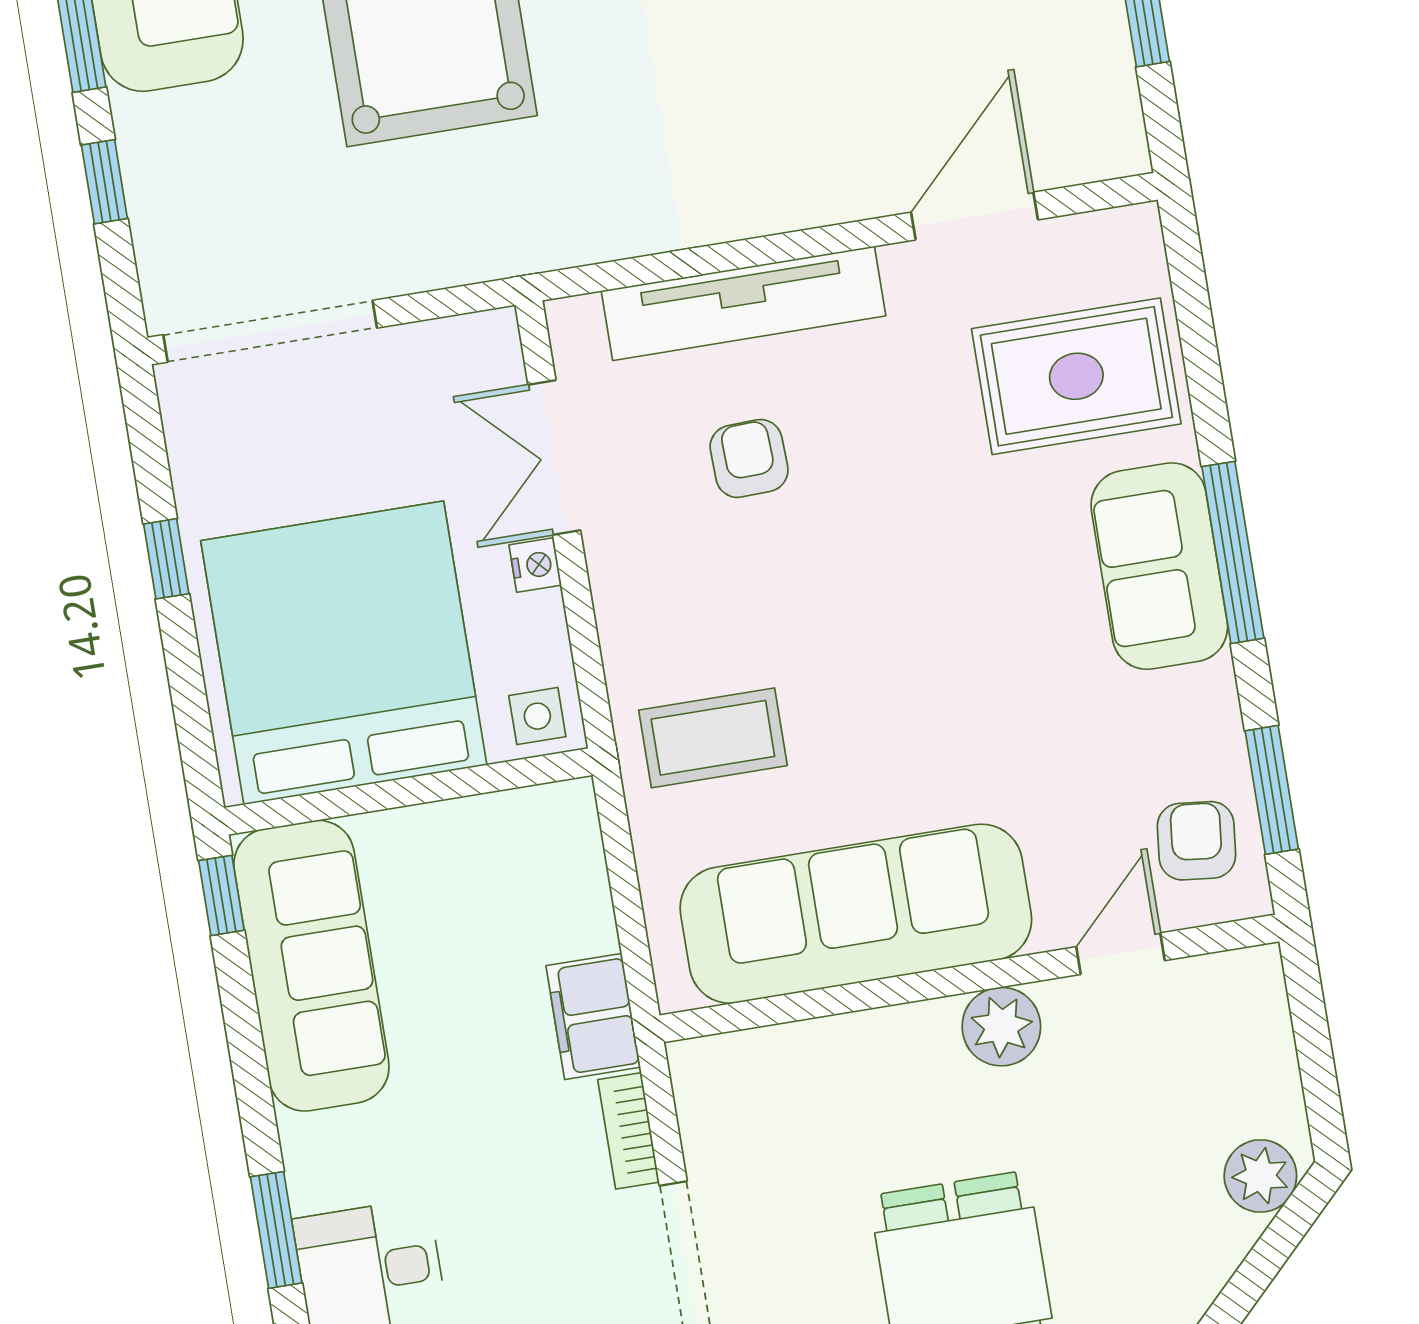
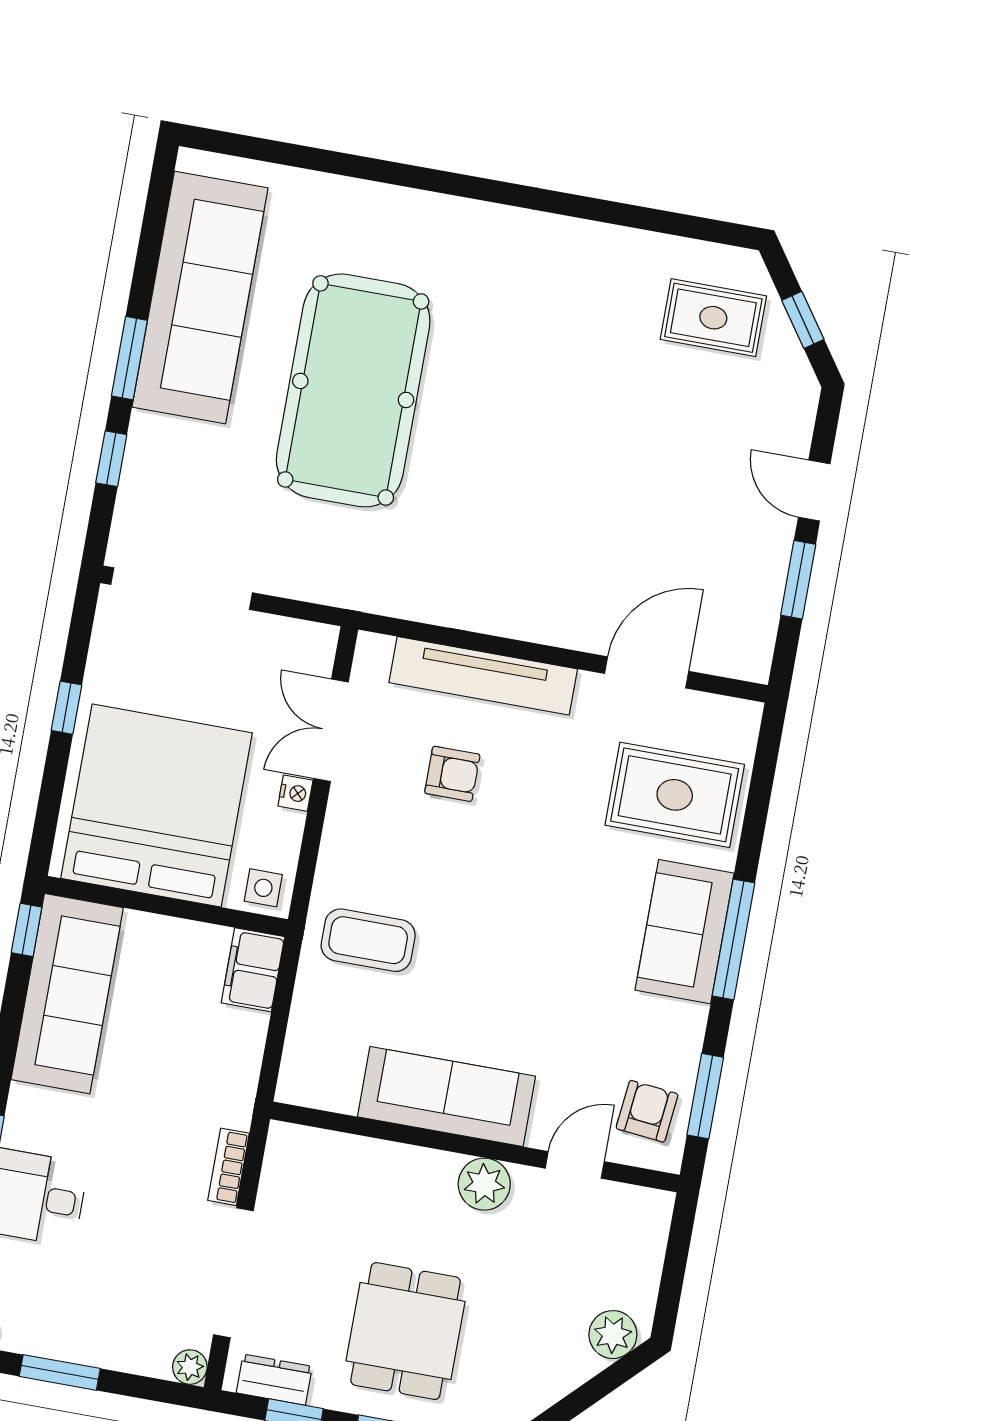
armchair: (749, 458) -> (452, 774), turned 92
sofa: (856, 914) -> (447, 1096), width x0.74, depth x0.79
filing cabinet: (593, 1016) -> (253, 970), moved

